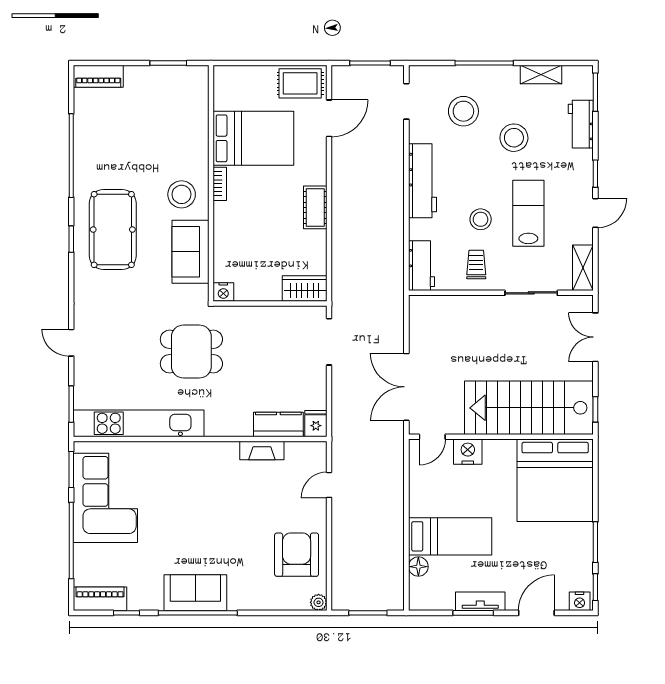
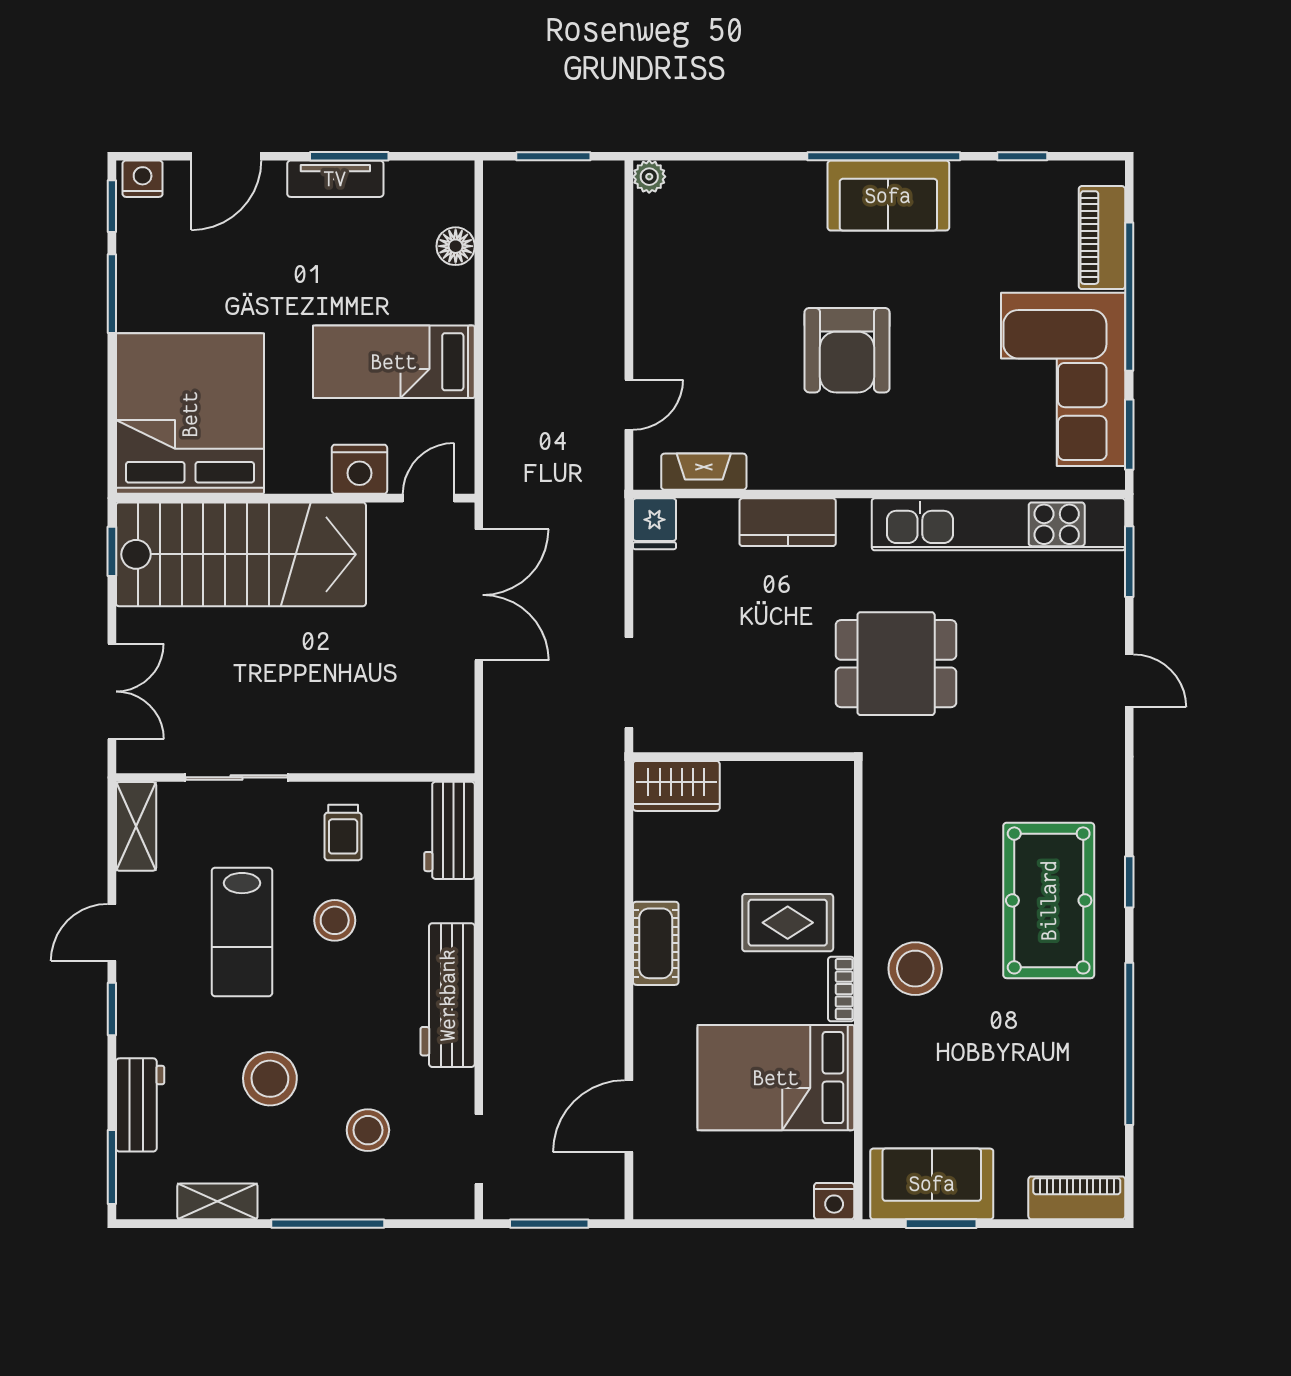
rug: (300, 83) -> (788, 923), moved
stool: (463, 111) -> (368, 1130), width x0.73, depth x0.73
sofa: (190, 252) -> (932, 1184), moved, turned -90
nightstand: (223, 292) -> (834, 1201), moved, turned 180
kitchen counter: (278, 424) -> (788, 522), moved
fireplace: (262, 450) -> (704, 472), moved
bed: (450, 536) -> (394, 362), moved
armchair: (297, 555) -> (847, 350), moved
piano: (100, 599) -> (1102, 238), moved, turned 90

